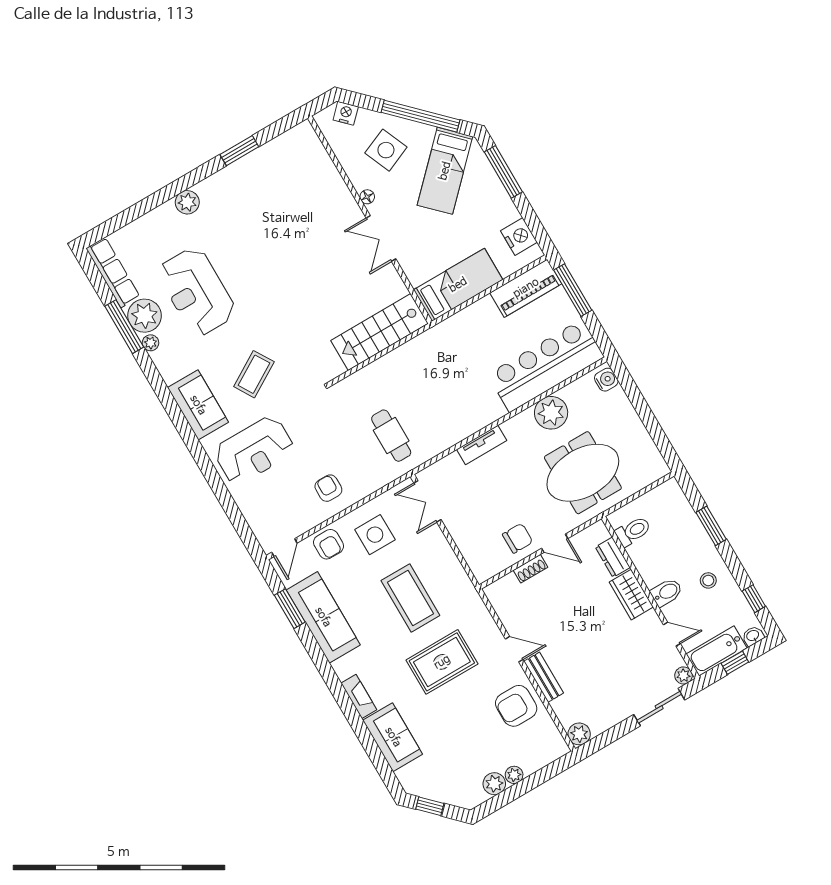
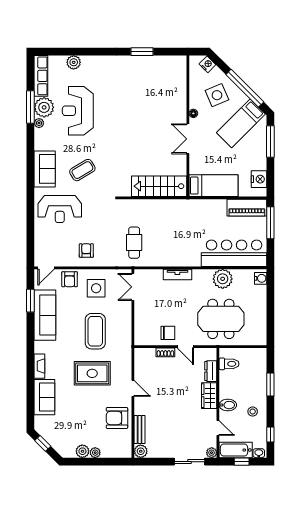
plant: (187, 202) -> (74, 62), moved
bench: (544, 677) -> (140, 430), moved

